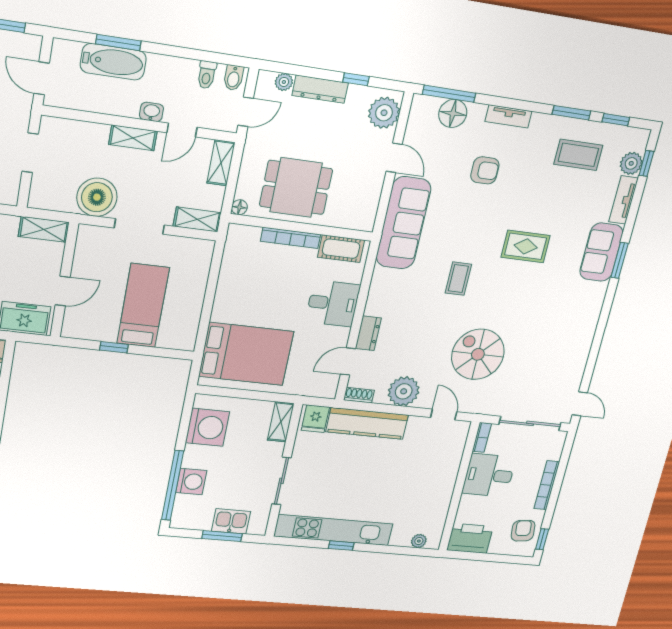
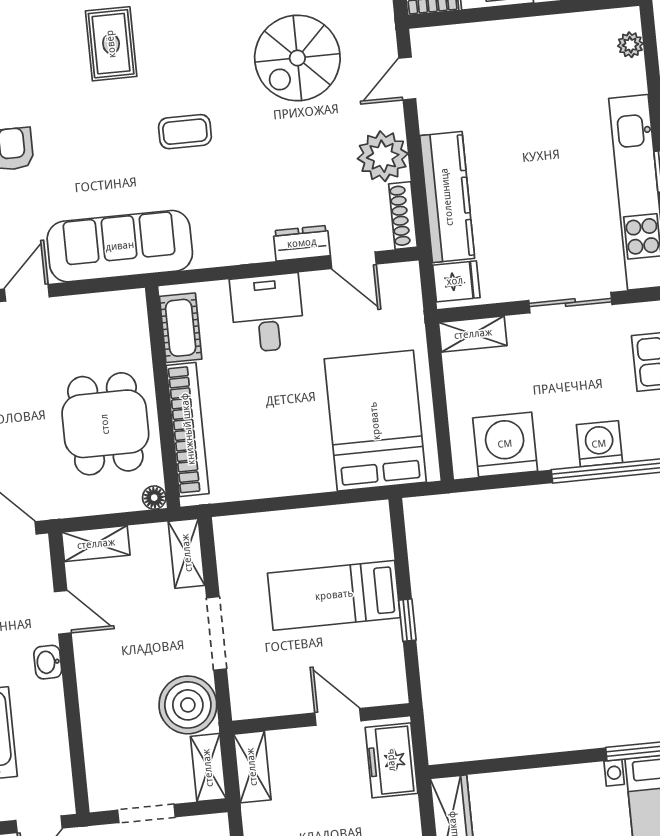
shelving: (133, 138) -> (208, 768), moved
bookcase: (291, 238) -> (188, 429), width x1.48, depth x1.31
shoe rack: (359, 395) -> (403, 215), width x1.43

